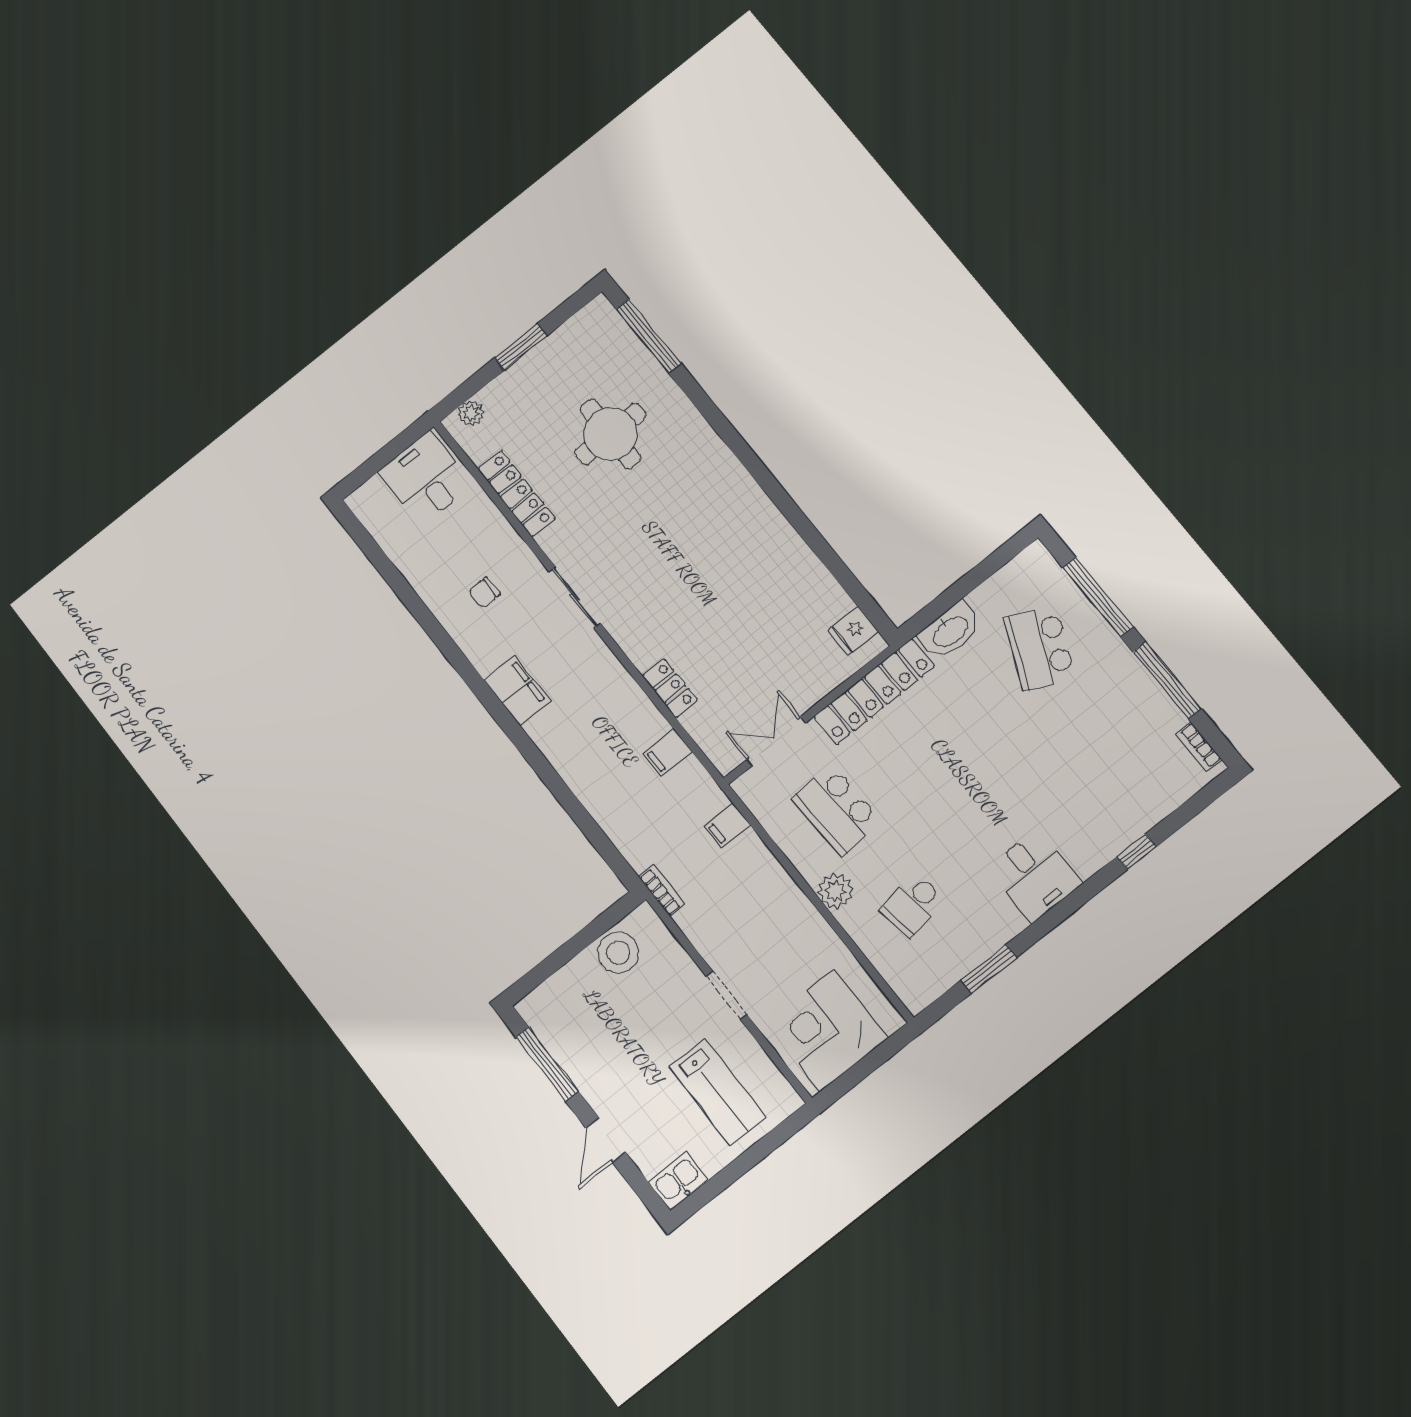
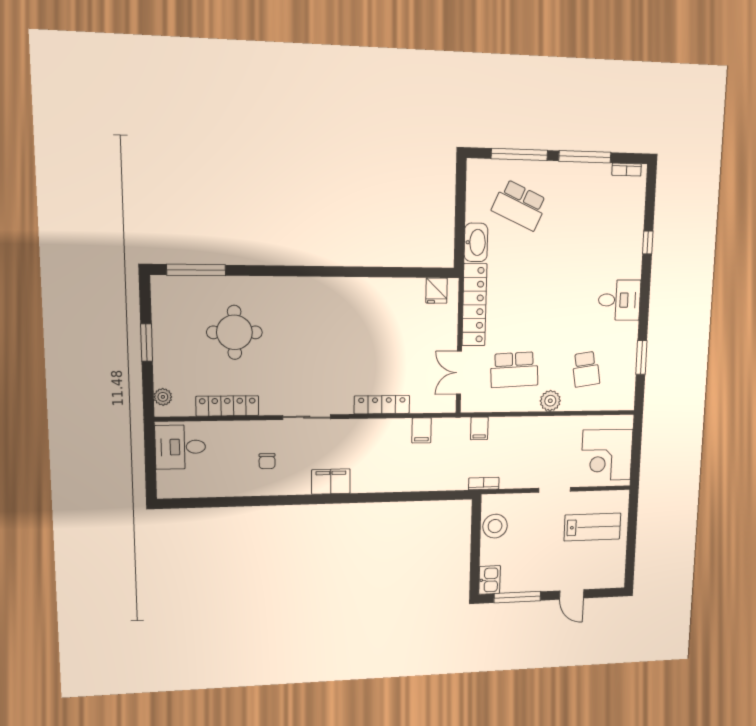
locker: (670, 688) -> (382, 405), width x1.53
kitchen sink: (679, 1181) -> (490, 580), moved, turned 180

